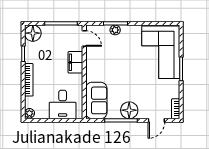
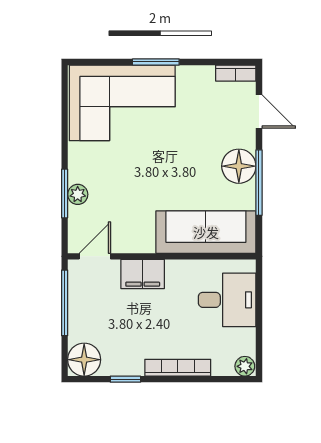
sofa: (96, 100) -> (206, 232), width x1.36

